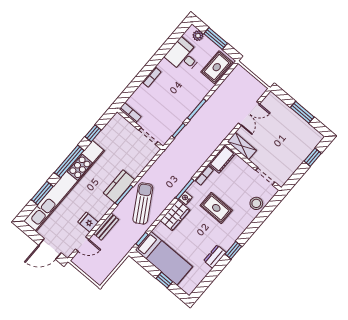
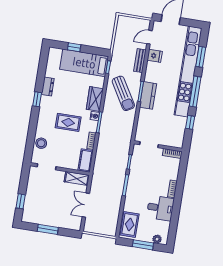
desk: (183, 56) -> (160, 208), moved

